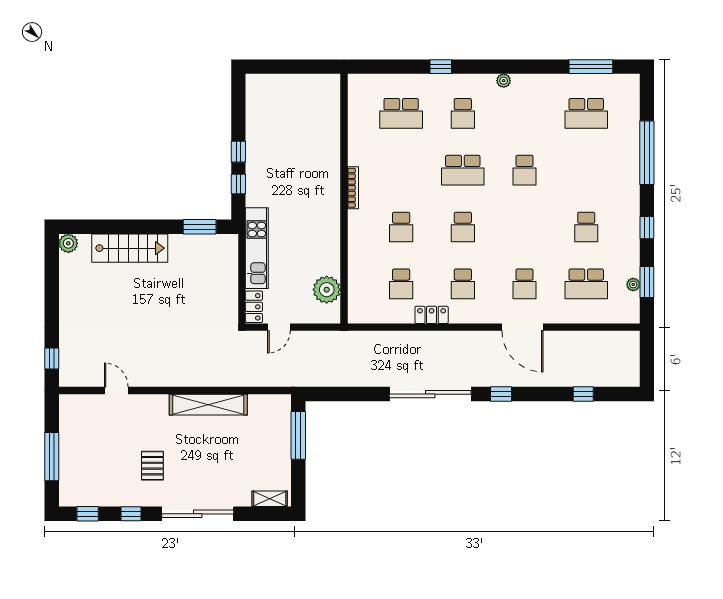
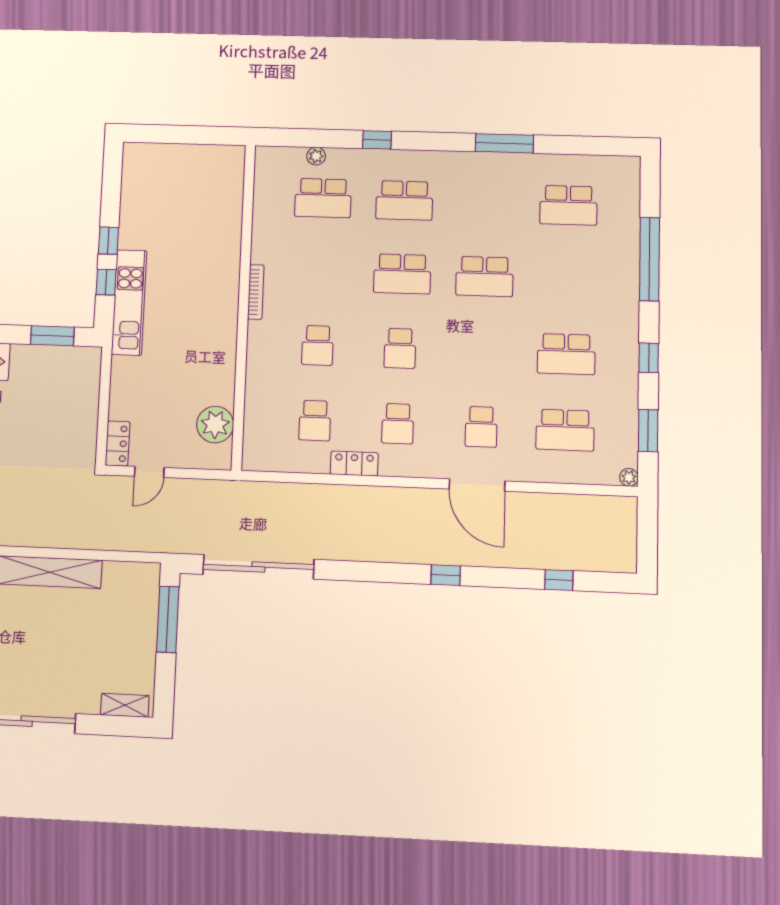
window: (591, 67) -> (504, 143), moved
plant: (504, 81) -> (316, 156), moved
school desk: (463, 113) -> (404, 200), width x1.85
school desk: (525, 170) -> (484, 276), width x1.85
school desk: (586, 227) -> (566, 354), width x1.85
kitchen unit: (257, 248) -> (129, 302), moved
plant: (633, 285) -> (629, 477), moved
sliding door: (430, 394) -> (258, 567), moved

